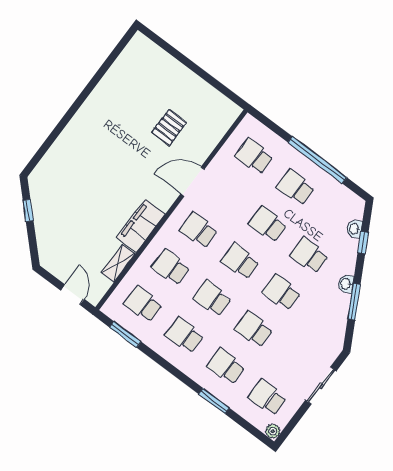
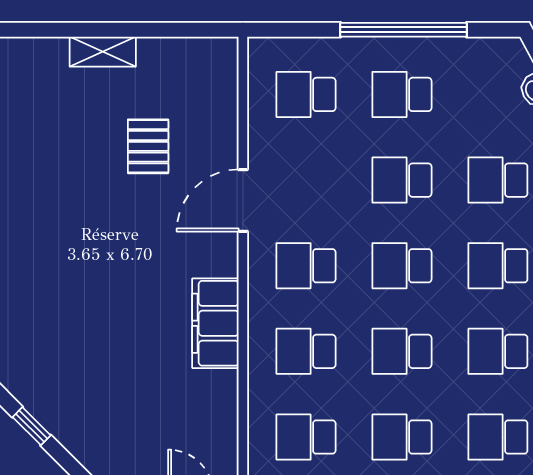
shelving: (118, 263) -> (103, 52), moved, turned 90

